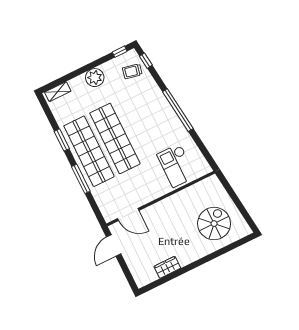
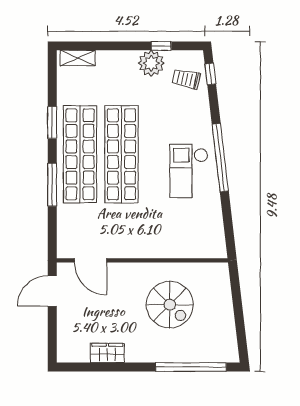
window: (120, 52) -> (161, 46), moved
plant: (95, 78) -> (151, 63), moved
checkout: (176, 165) -> (189, 171), moved
spiral stairs: (214, 224) -> (170, 305), moved, turned 90
window: (224, 250) -> (191, 367), added

